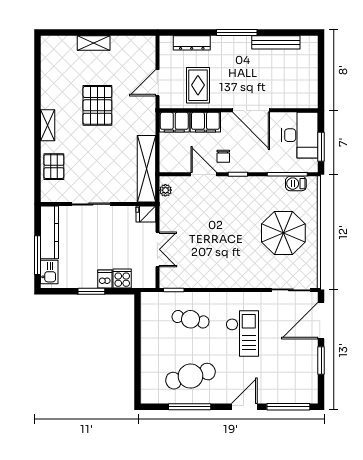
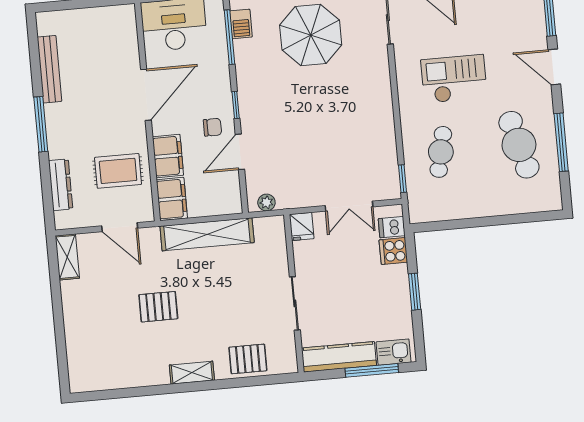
shelving: (94, 43) -> (67, 257), moved
pallet: (97, 105) -> (158, 307), width x0.67, depth x0.71
shelving: (146, 169) -> (207, 234), moved
double door: (157, 249) -> (349, 206), swing flipped
dishwasher: (105, 279) -> (392, 227), moved

